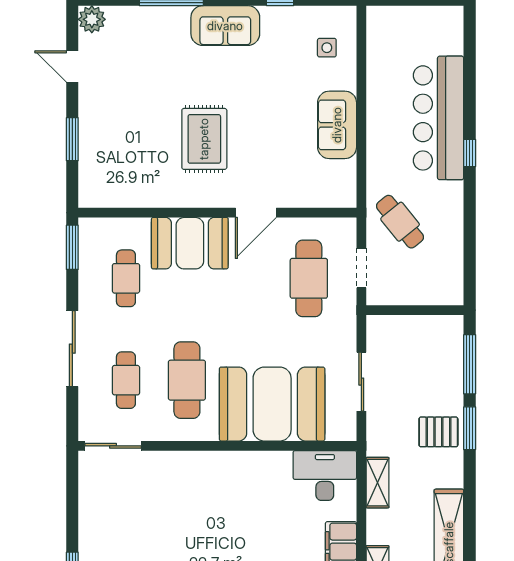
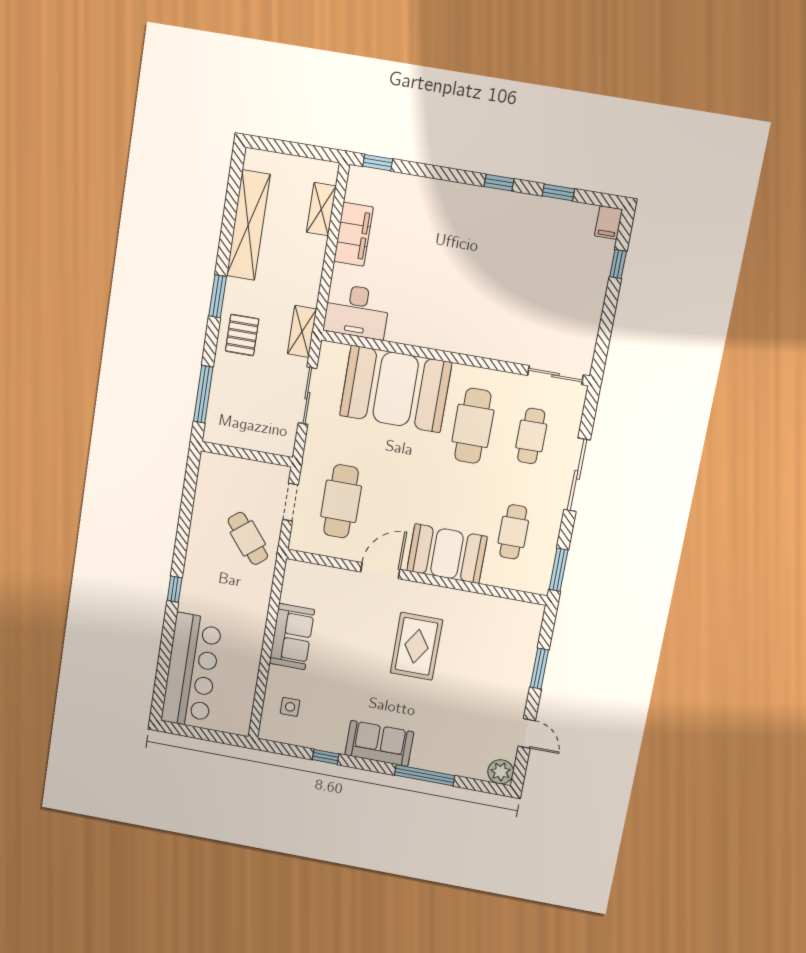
bar counter: (438, 118) -> (191, 671), moved
window: (470, 428) -> (218, 296), moved
pallet: (438, 432) -> (242, 335), turned 90
shelving: (377, 483) -> (302, 331), moved

